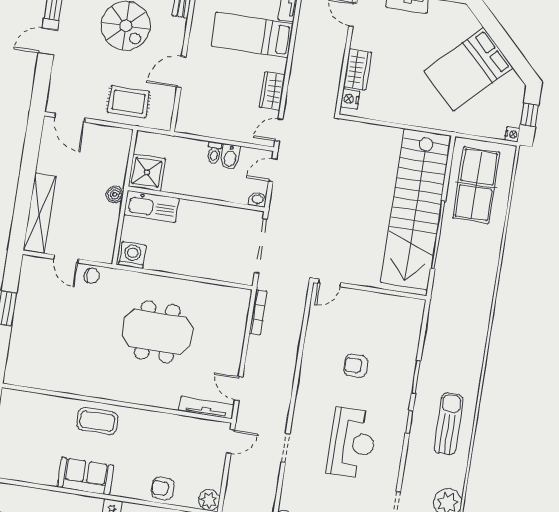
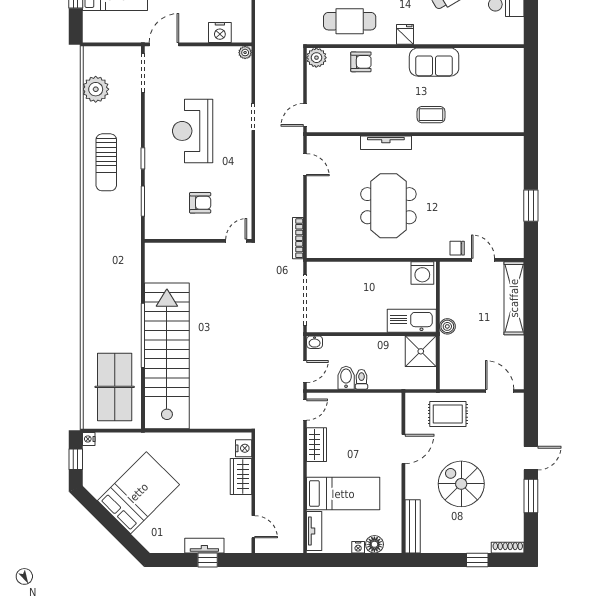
door: (329, 283) -> (236, 241), moved
wall: (370, 289) -> (198, 241), moved
meeting table: (157, 332) -> (388, 206), turned 90
tv unit: (206, 408) -> (386, 143), moved
coffee table: (97, 421) -> (431, 115), width x0.73, depth x0.77

